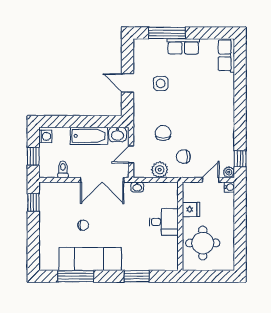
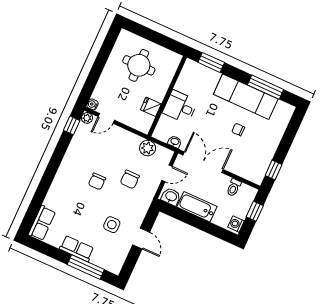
chair: (183, 157) -> (97, 181), moved, turned 90
fridge: (191, 209) -> (151, 107), moved
desk: (164, 222) -> (180, 107), moved
wall: (180, 226) -> (167, 96), moved

